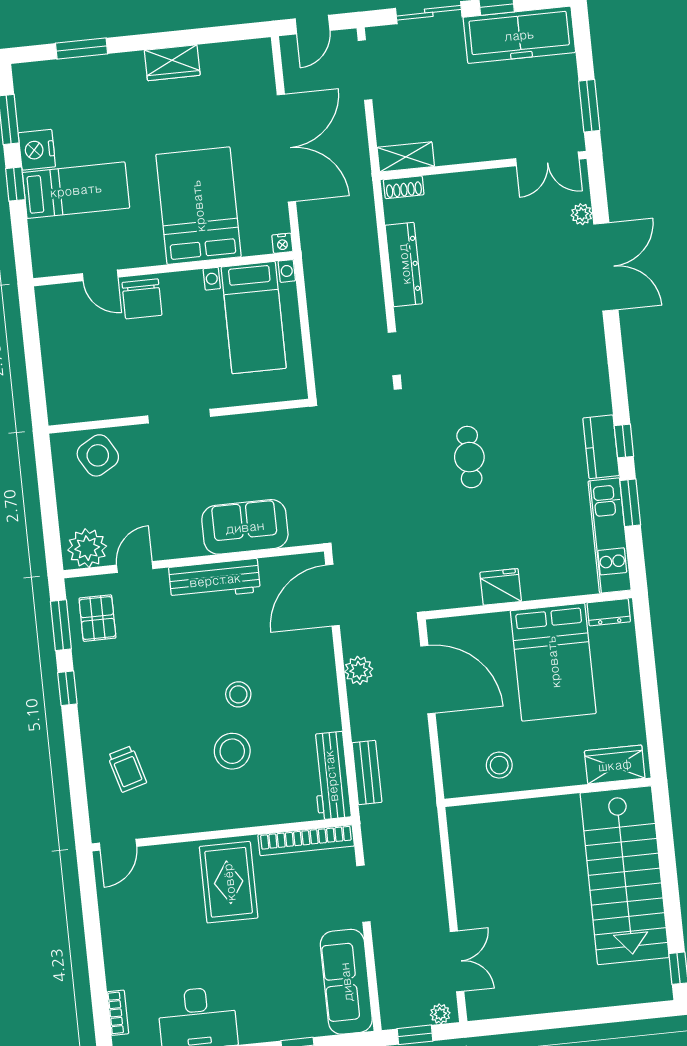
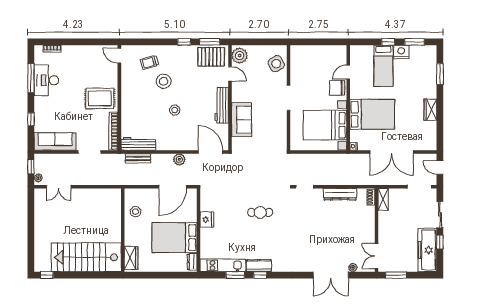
bed with nightstands: (254, 318) -> (325, 125), width x1.36
pallet: (97, 618) -> (211, 57), width x1.50, depth x1.42
stool: (232, 751) -> (164, 81), moved

